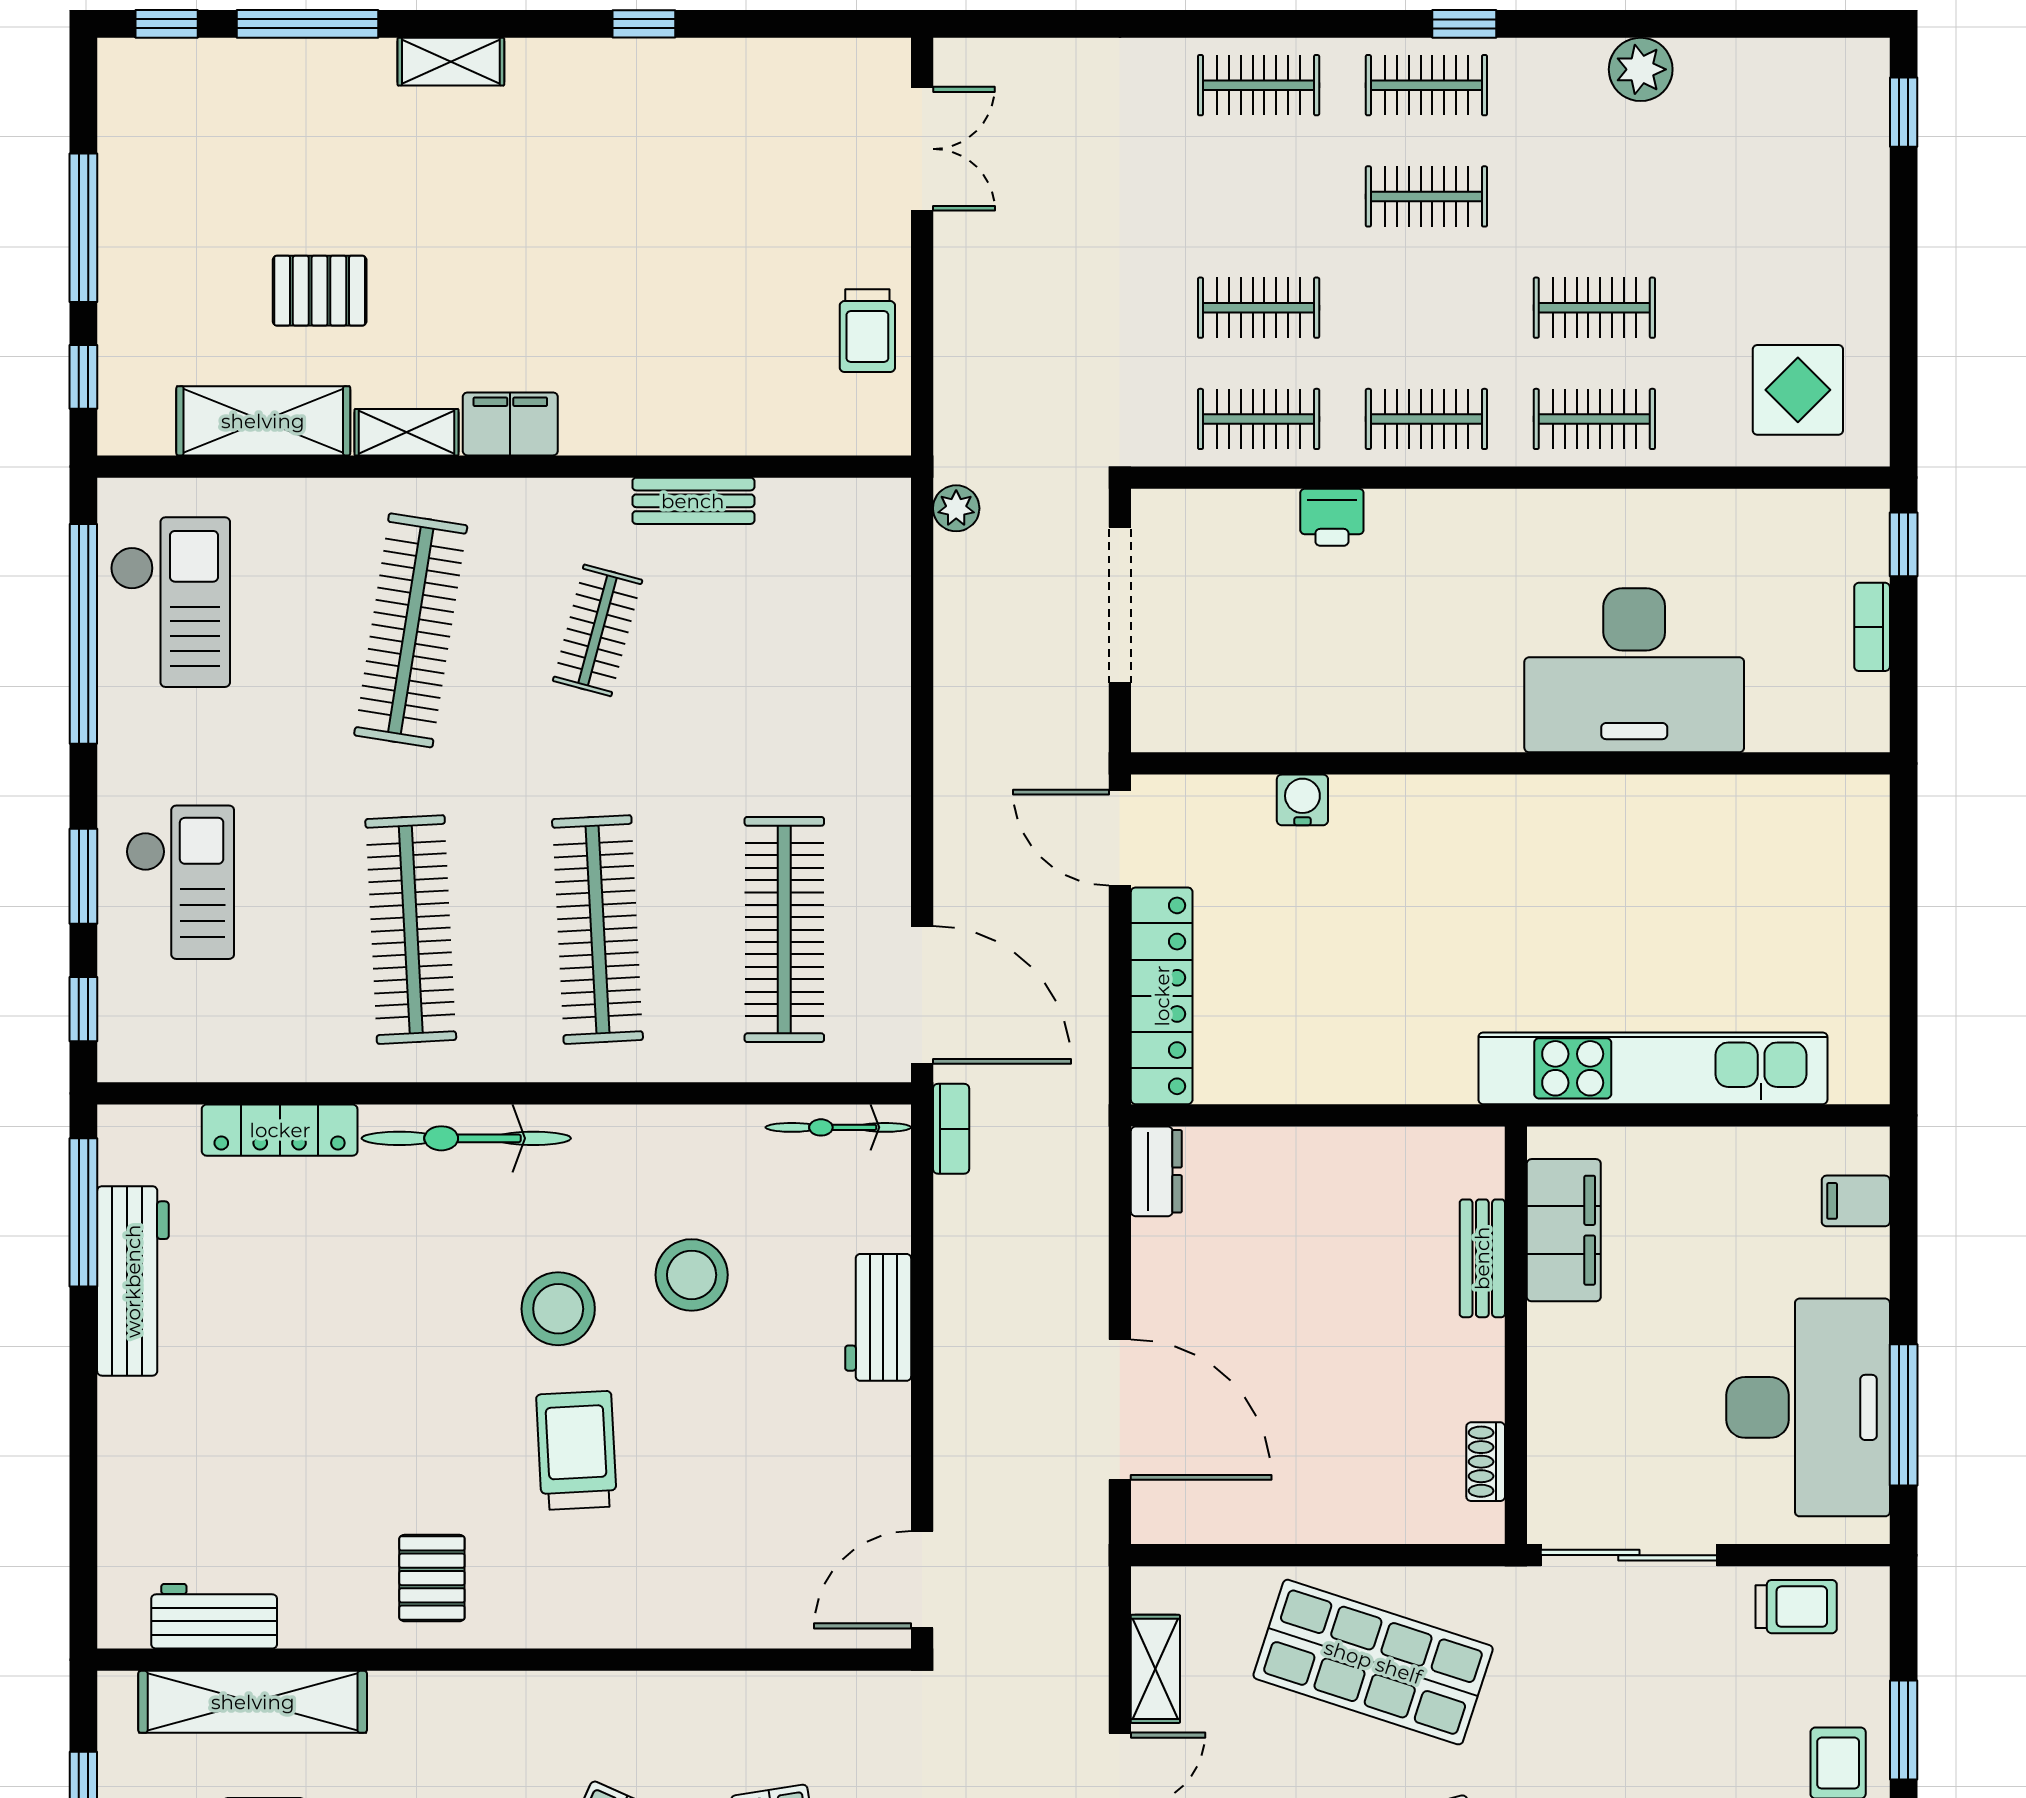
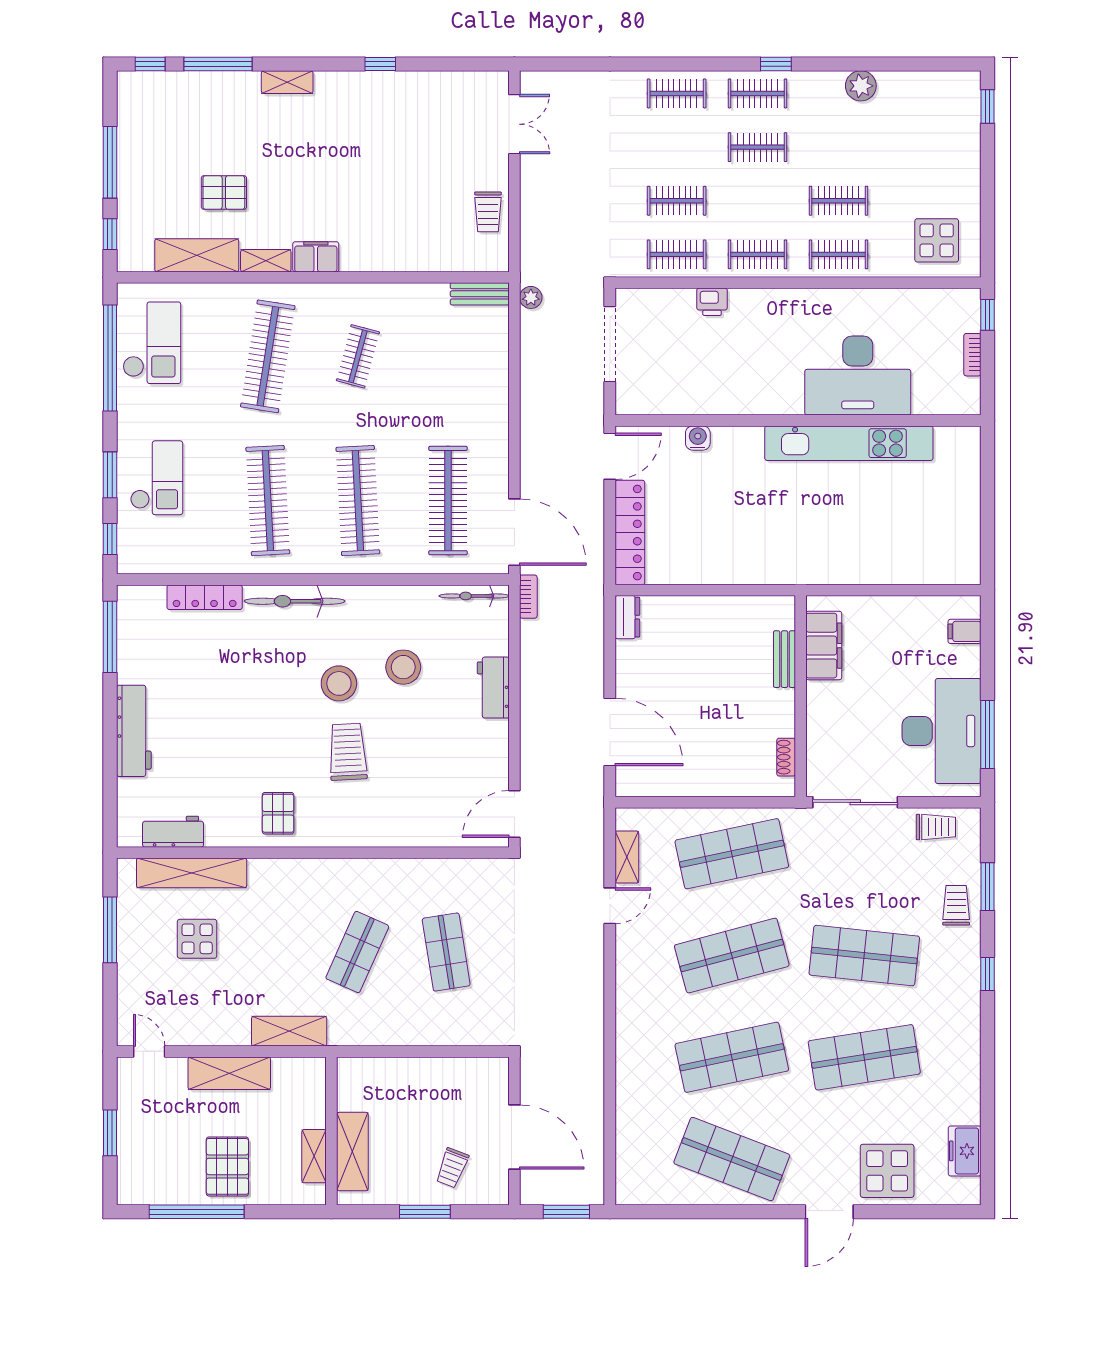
bench: (693, 501) -> (480, 294), moved
door: (1120, 838) -> (610, 456), swing flipped
kitchen unit: (1653, 1068) -> (849, 443), moved, turned 180
workbench: (133, 1281) -> (134, 731), moved
shop shelf: (1373, 1662) -> (732, 854), turned -30

